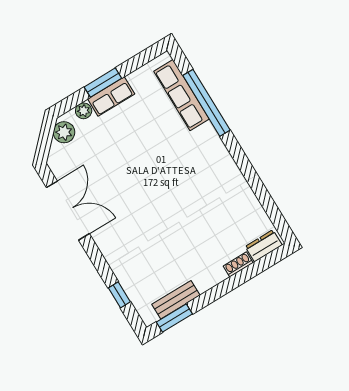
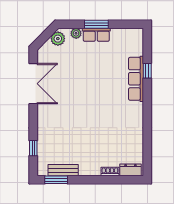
row of seats: (182, 95) -> (136, 79), moved
window: (206, 103) -> (147, 71), width x0.32

